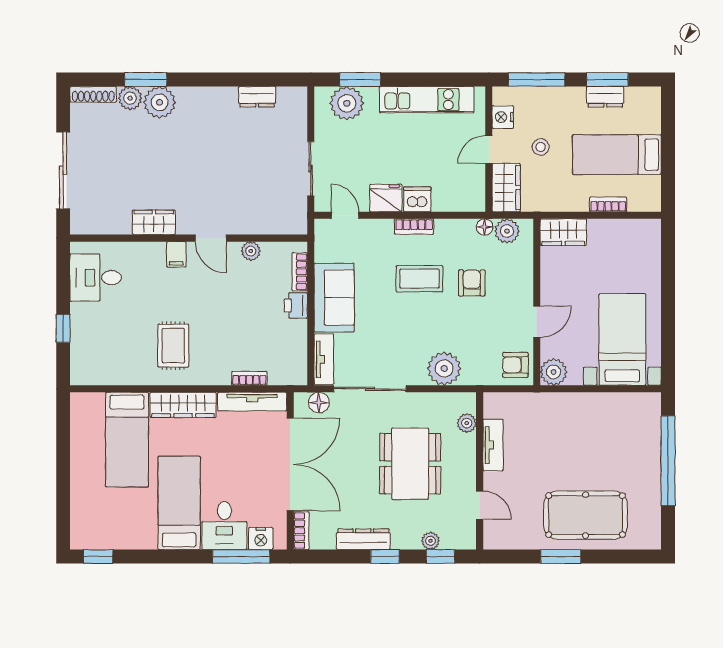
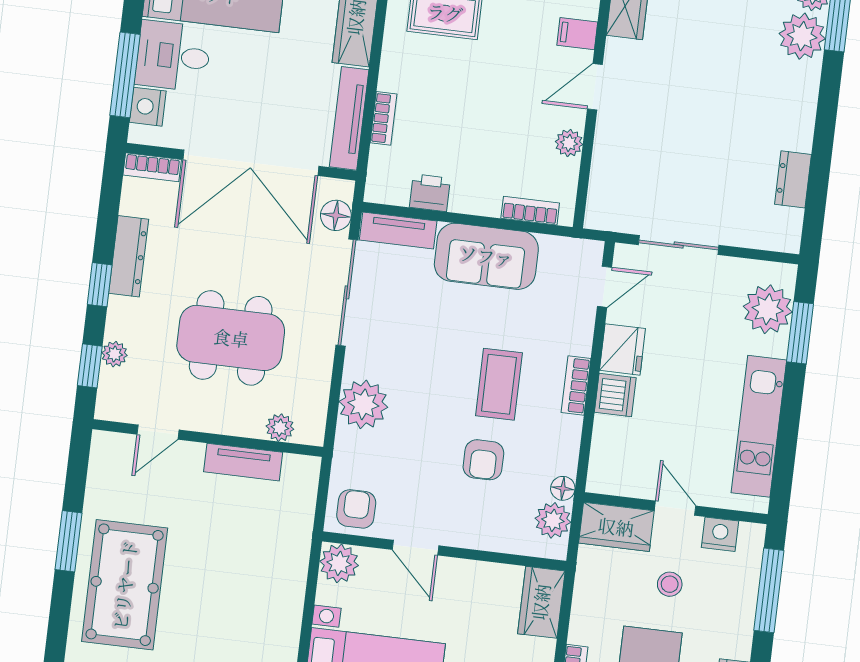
armchair: (472, 283) -> (483, 460), turned 90
printer: (296, 305) -> (430, 193), moved

